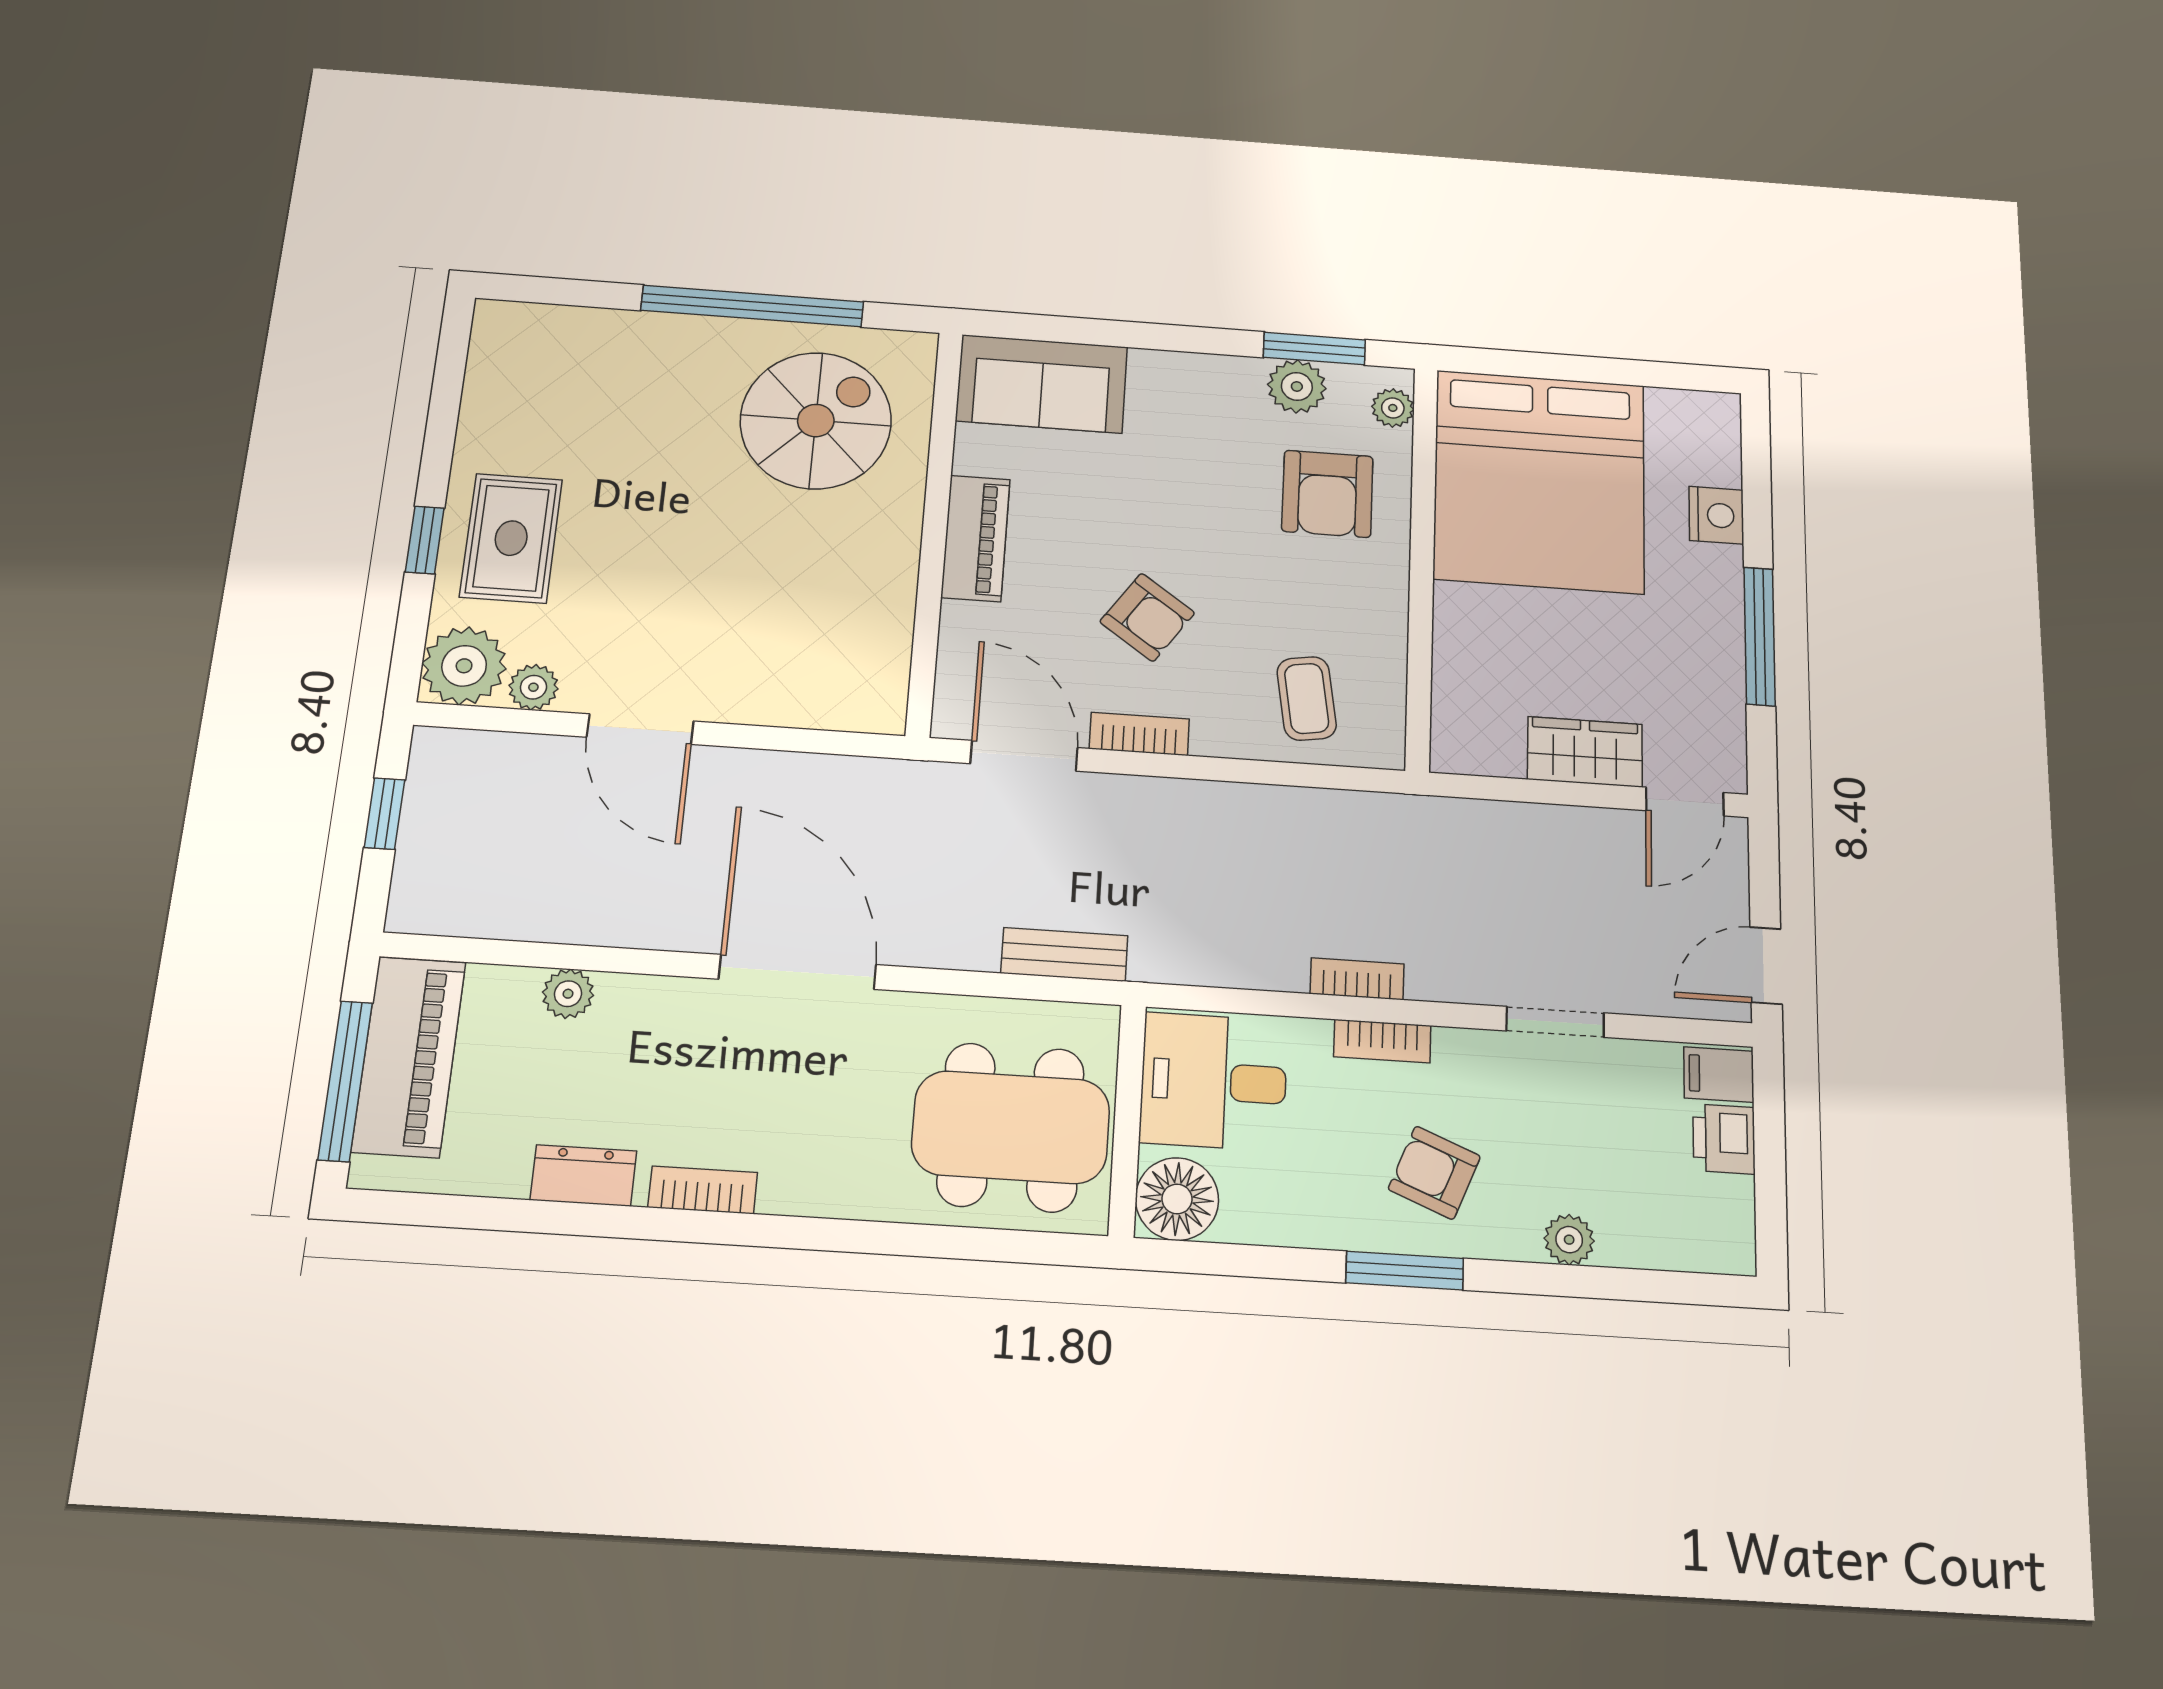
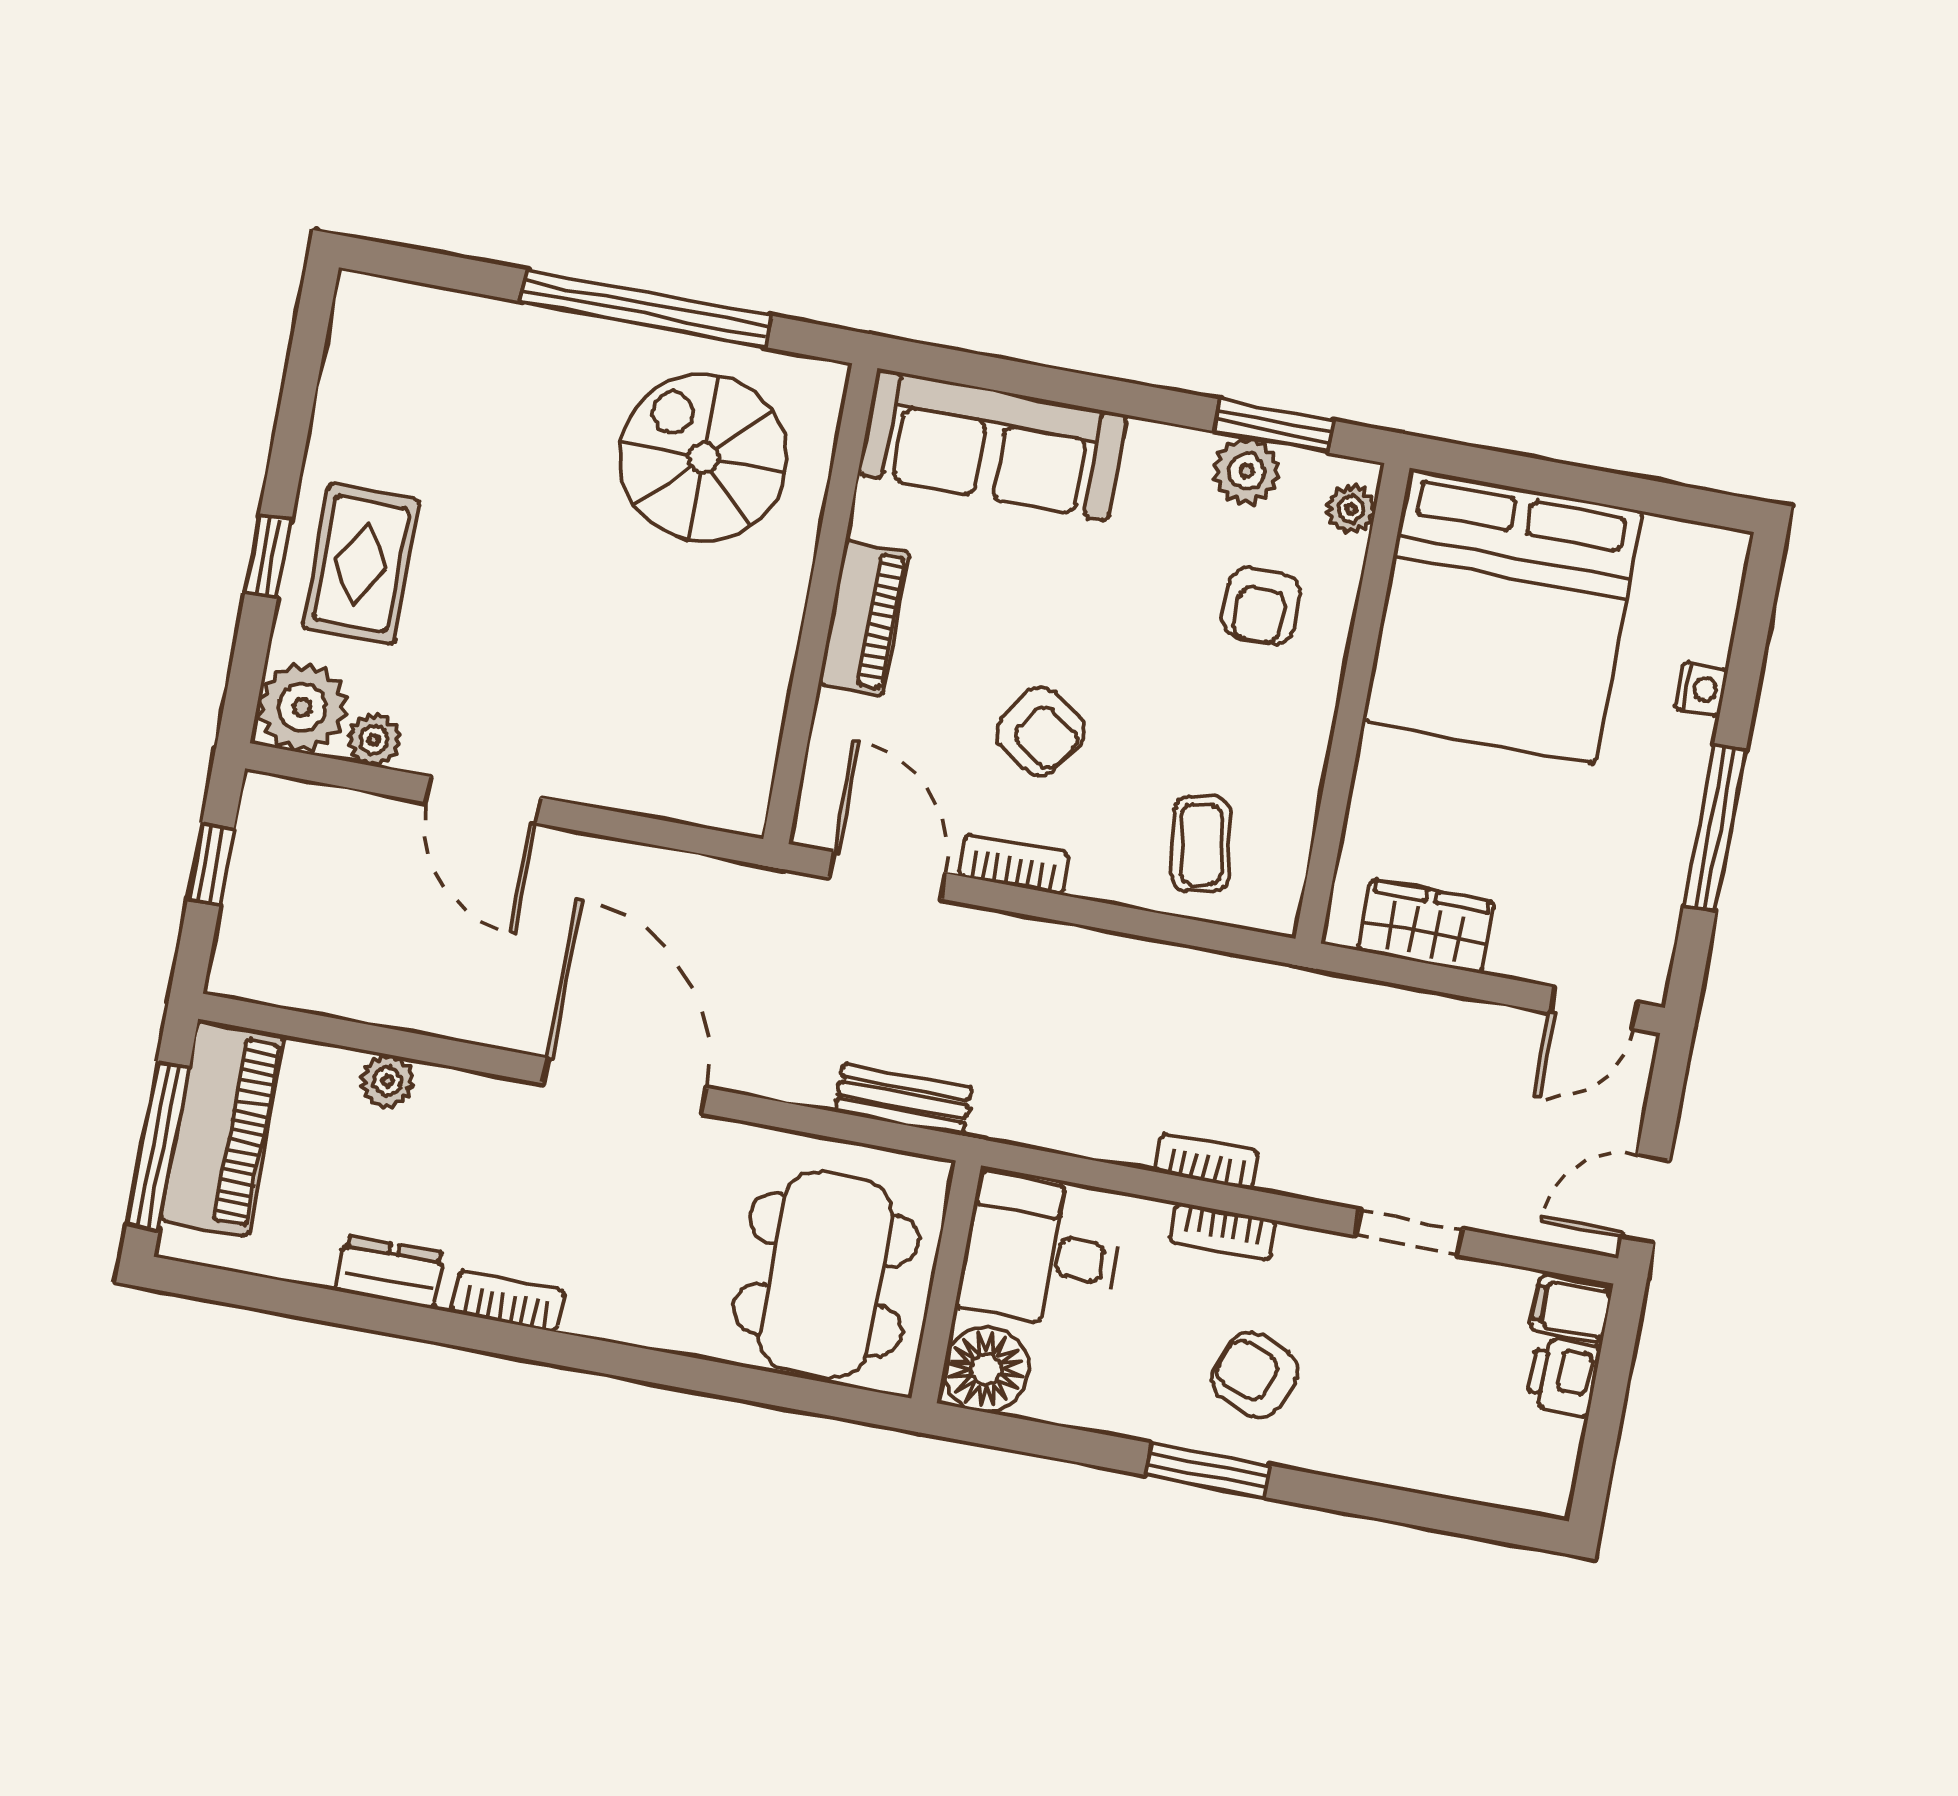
sofa: (1042, 384) -> (992, 445), width x1.36
spiral stairs: (816, 421) -> (703, 458), turned -90
armchair: (1327, 494) -> (1261, 606), width x0.72, depth x0.72
nightstand: (1716, 515) -> (1702, 689), width x0.72, depth x0.74
wardrobe: (1585, 752) -> (1426, 926), moved
dining table: (1011, 1127) -> (826, 1275), turned 90
plant: (1569, 1240) -> (1382, 1460), removed

